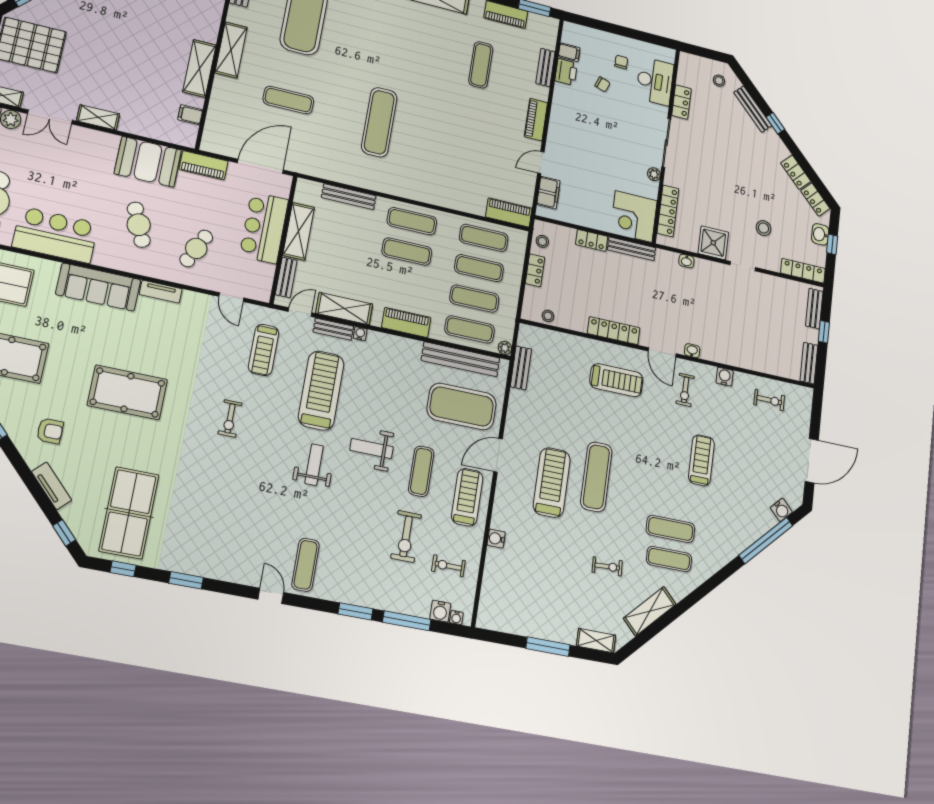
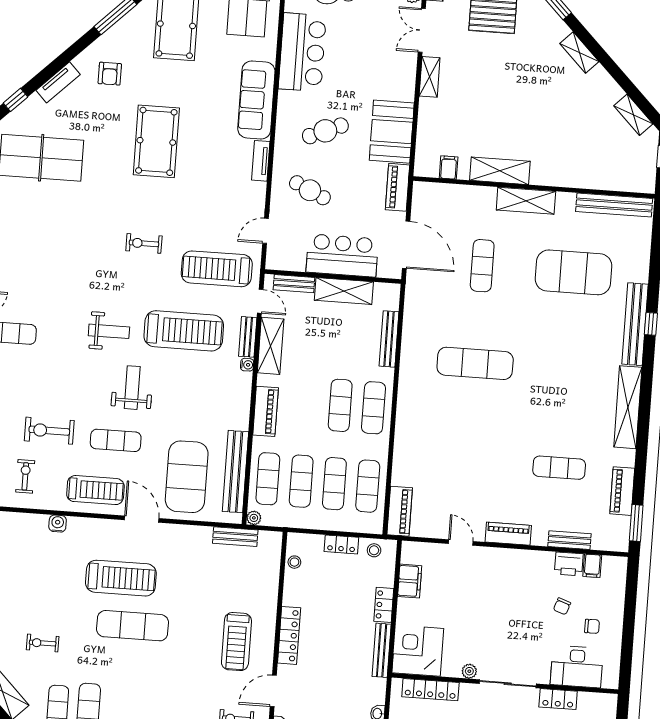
filing cabinet: (548, 193) -> (410, 581), moved, turned -90
treadmill: (264, 350) -> (217, 269), width x1.37, depth x1.38
exercise bike: (607, 566) -> (43, 643), turned 93

